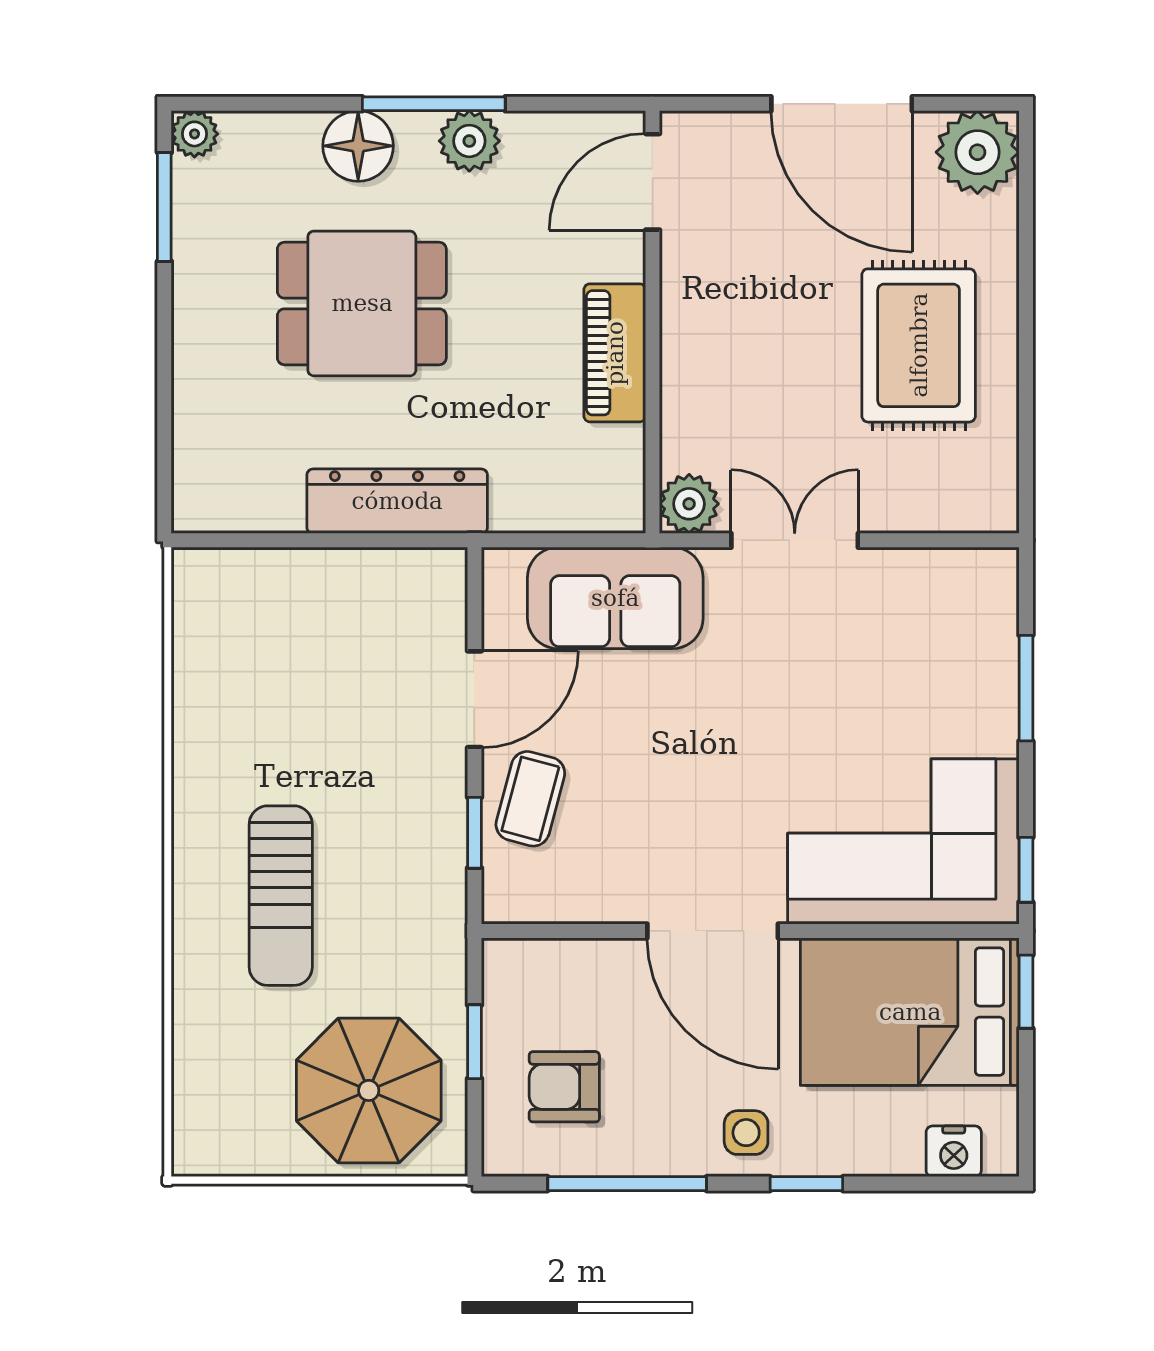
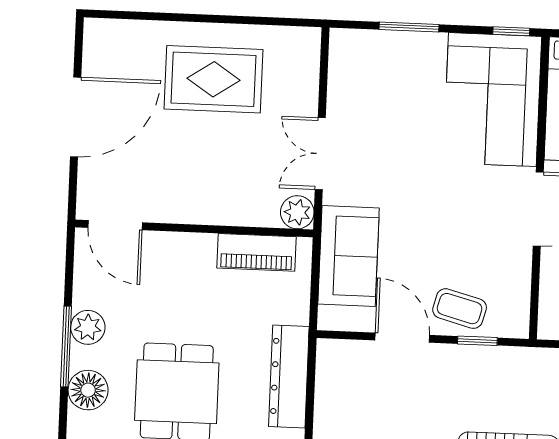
plant: (977, 152) -> (106, 42), removed
piano: (615, 353) -> (257, 252), moved

